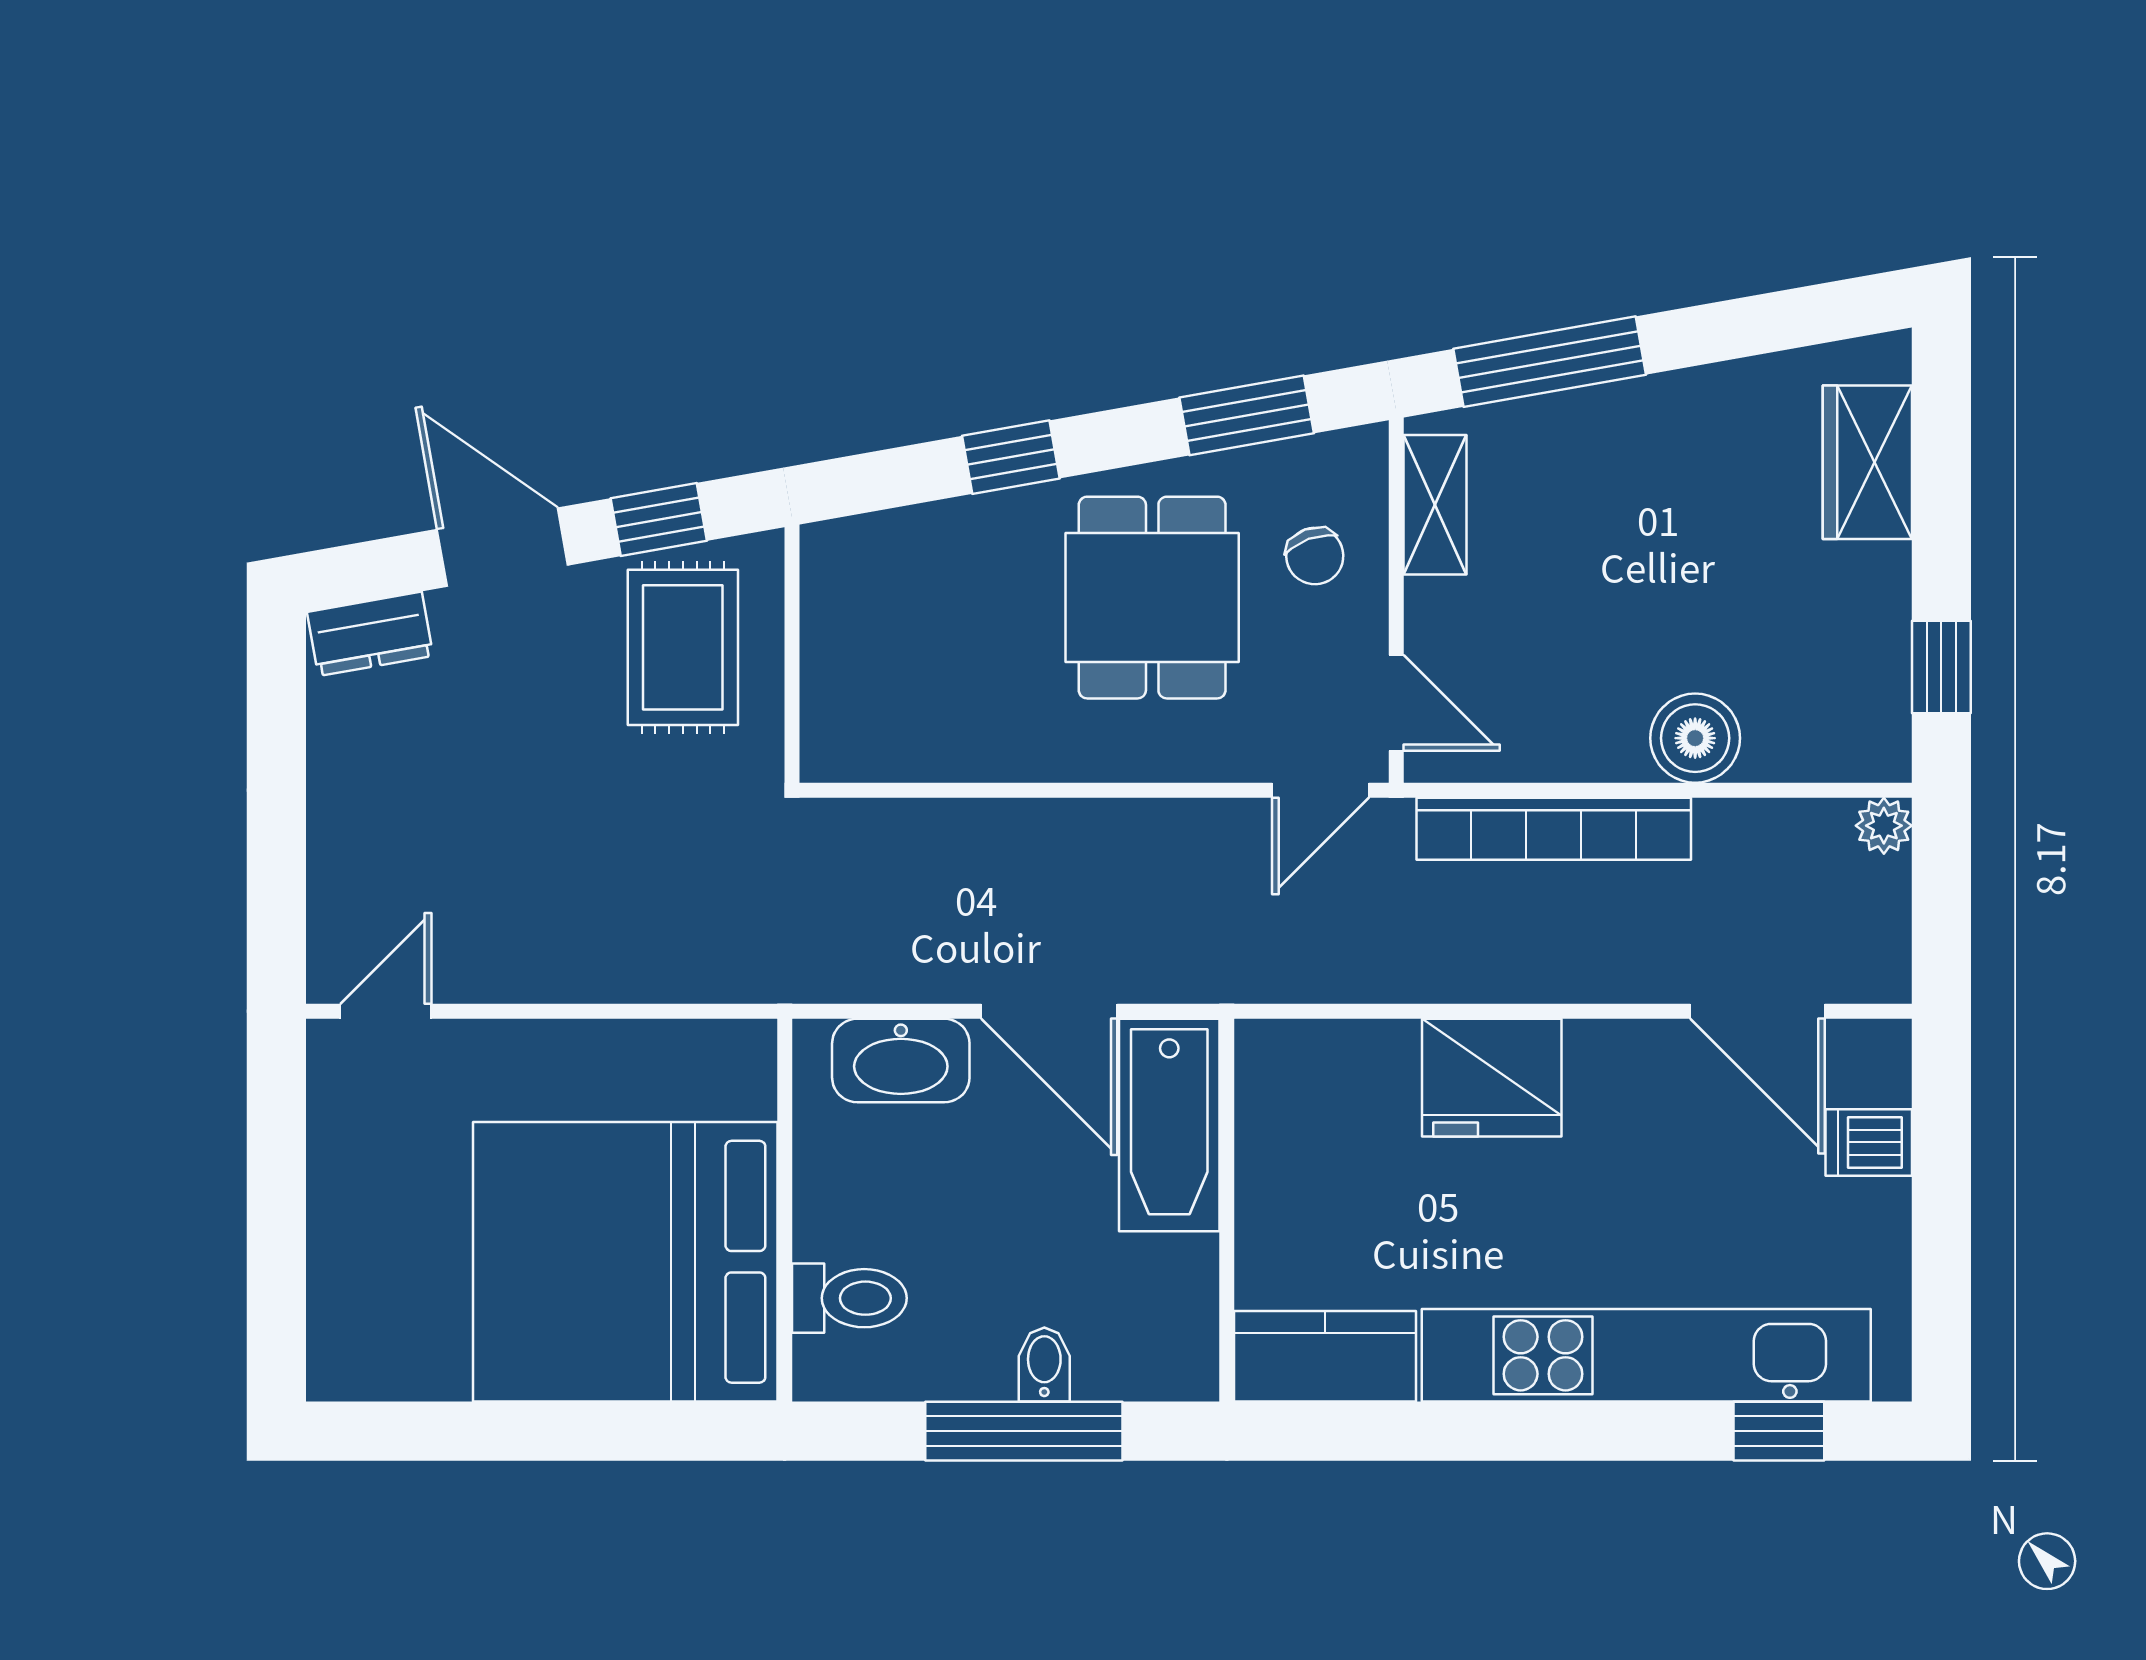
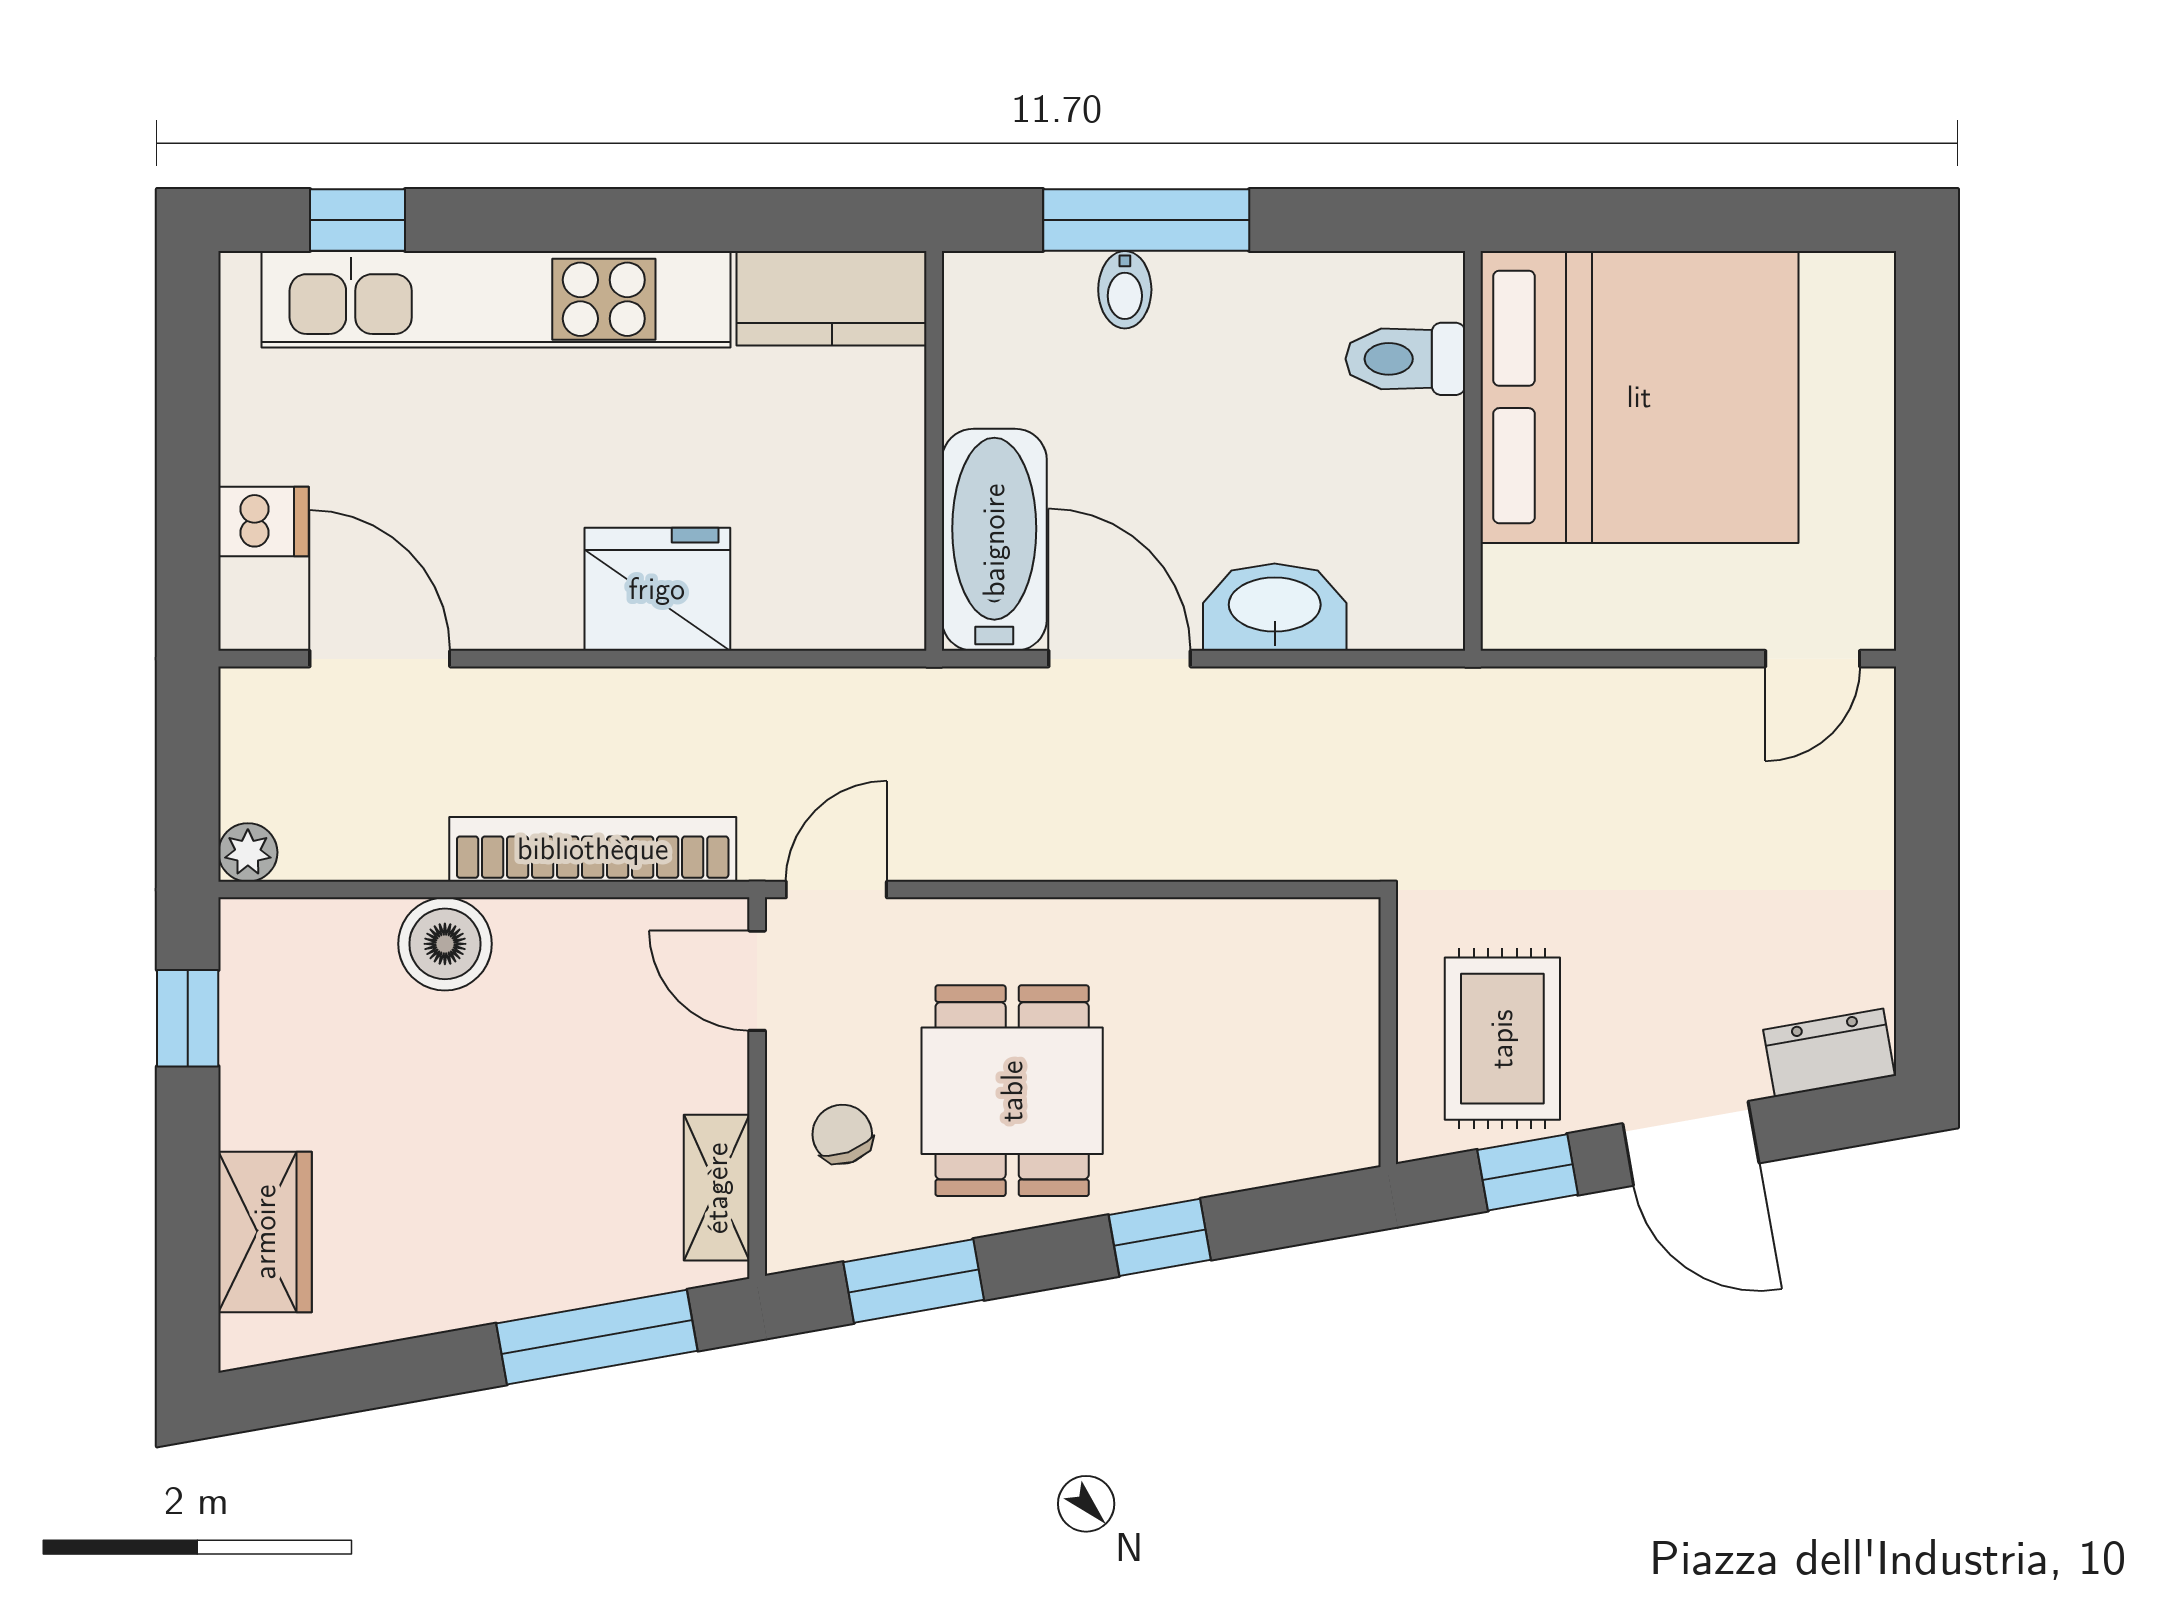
wall: (785, 1210) -> (1473, 451), moved
bed: (625, 1262) -> (1639, 397), moved
toilet: (849, 1298) -> (1405, 359), moved

